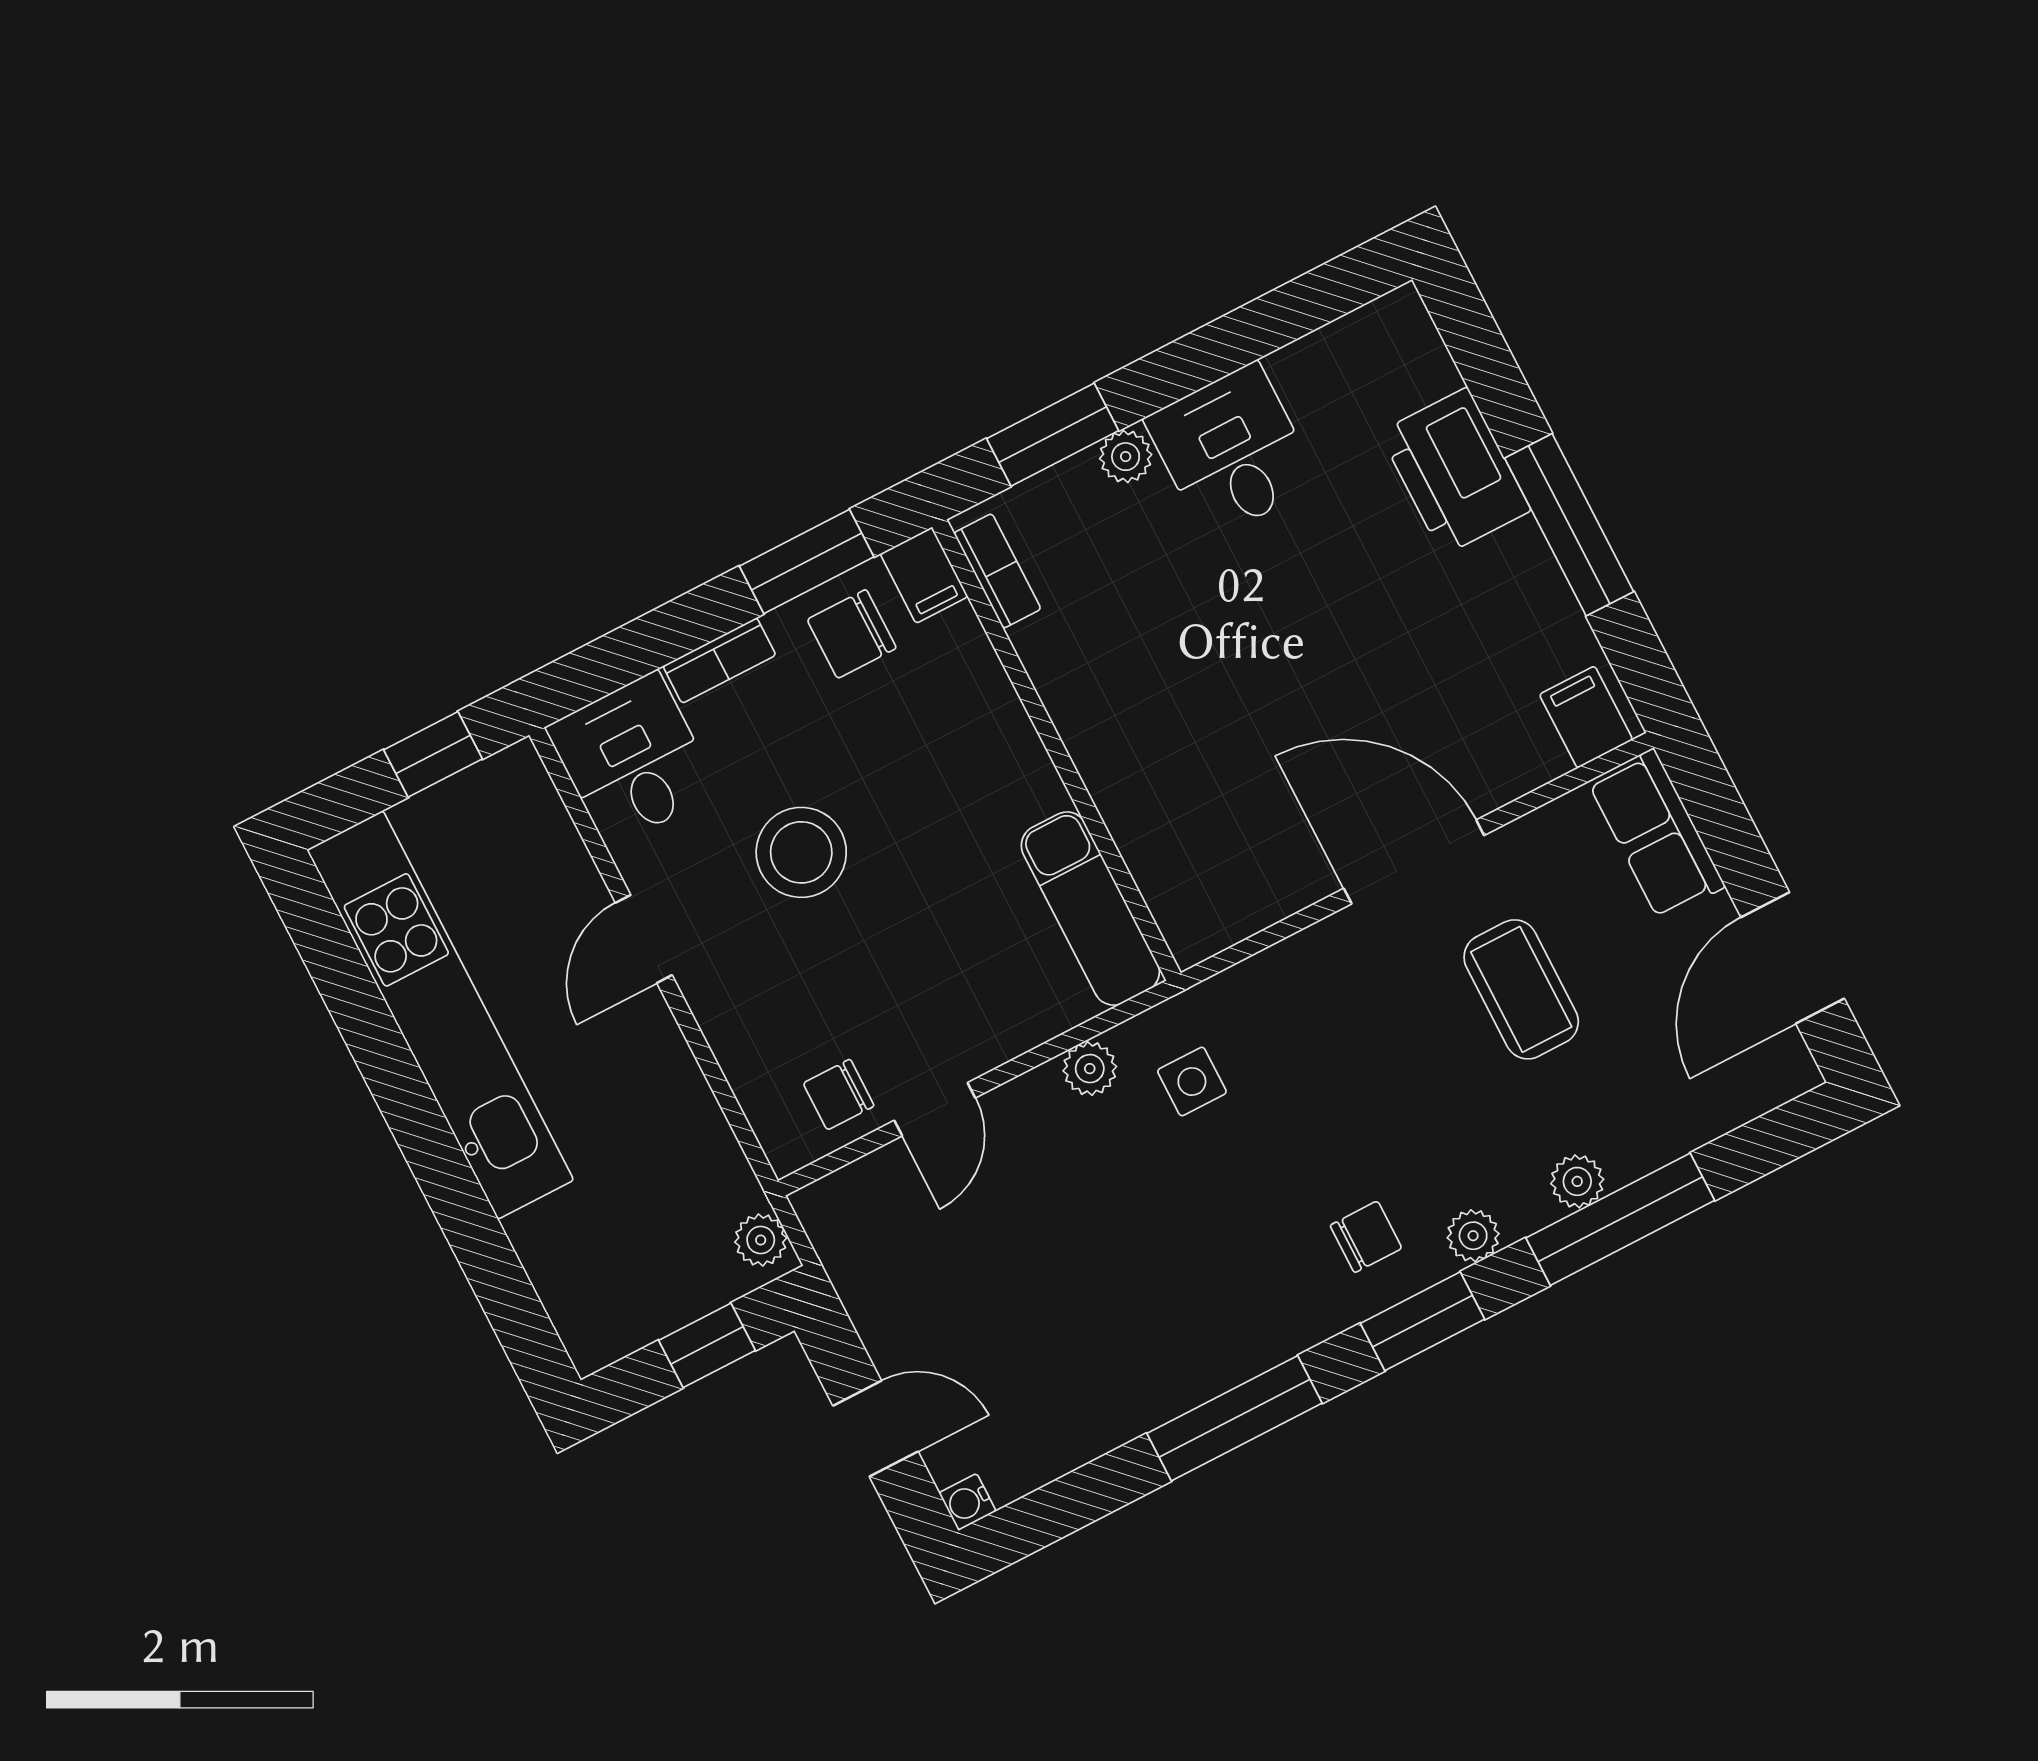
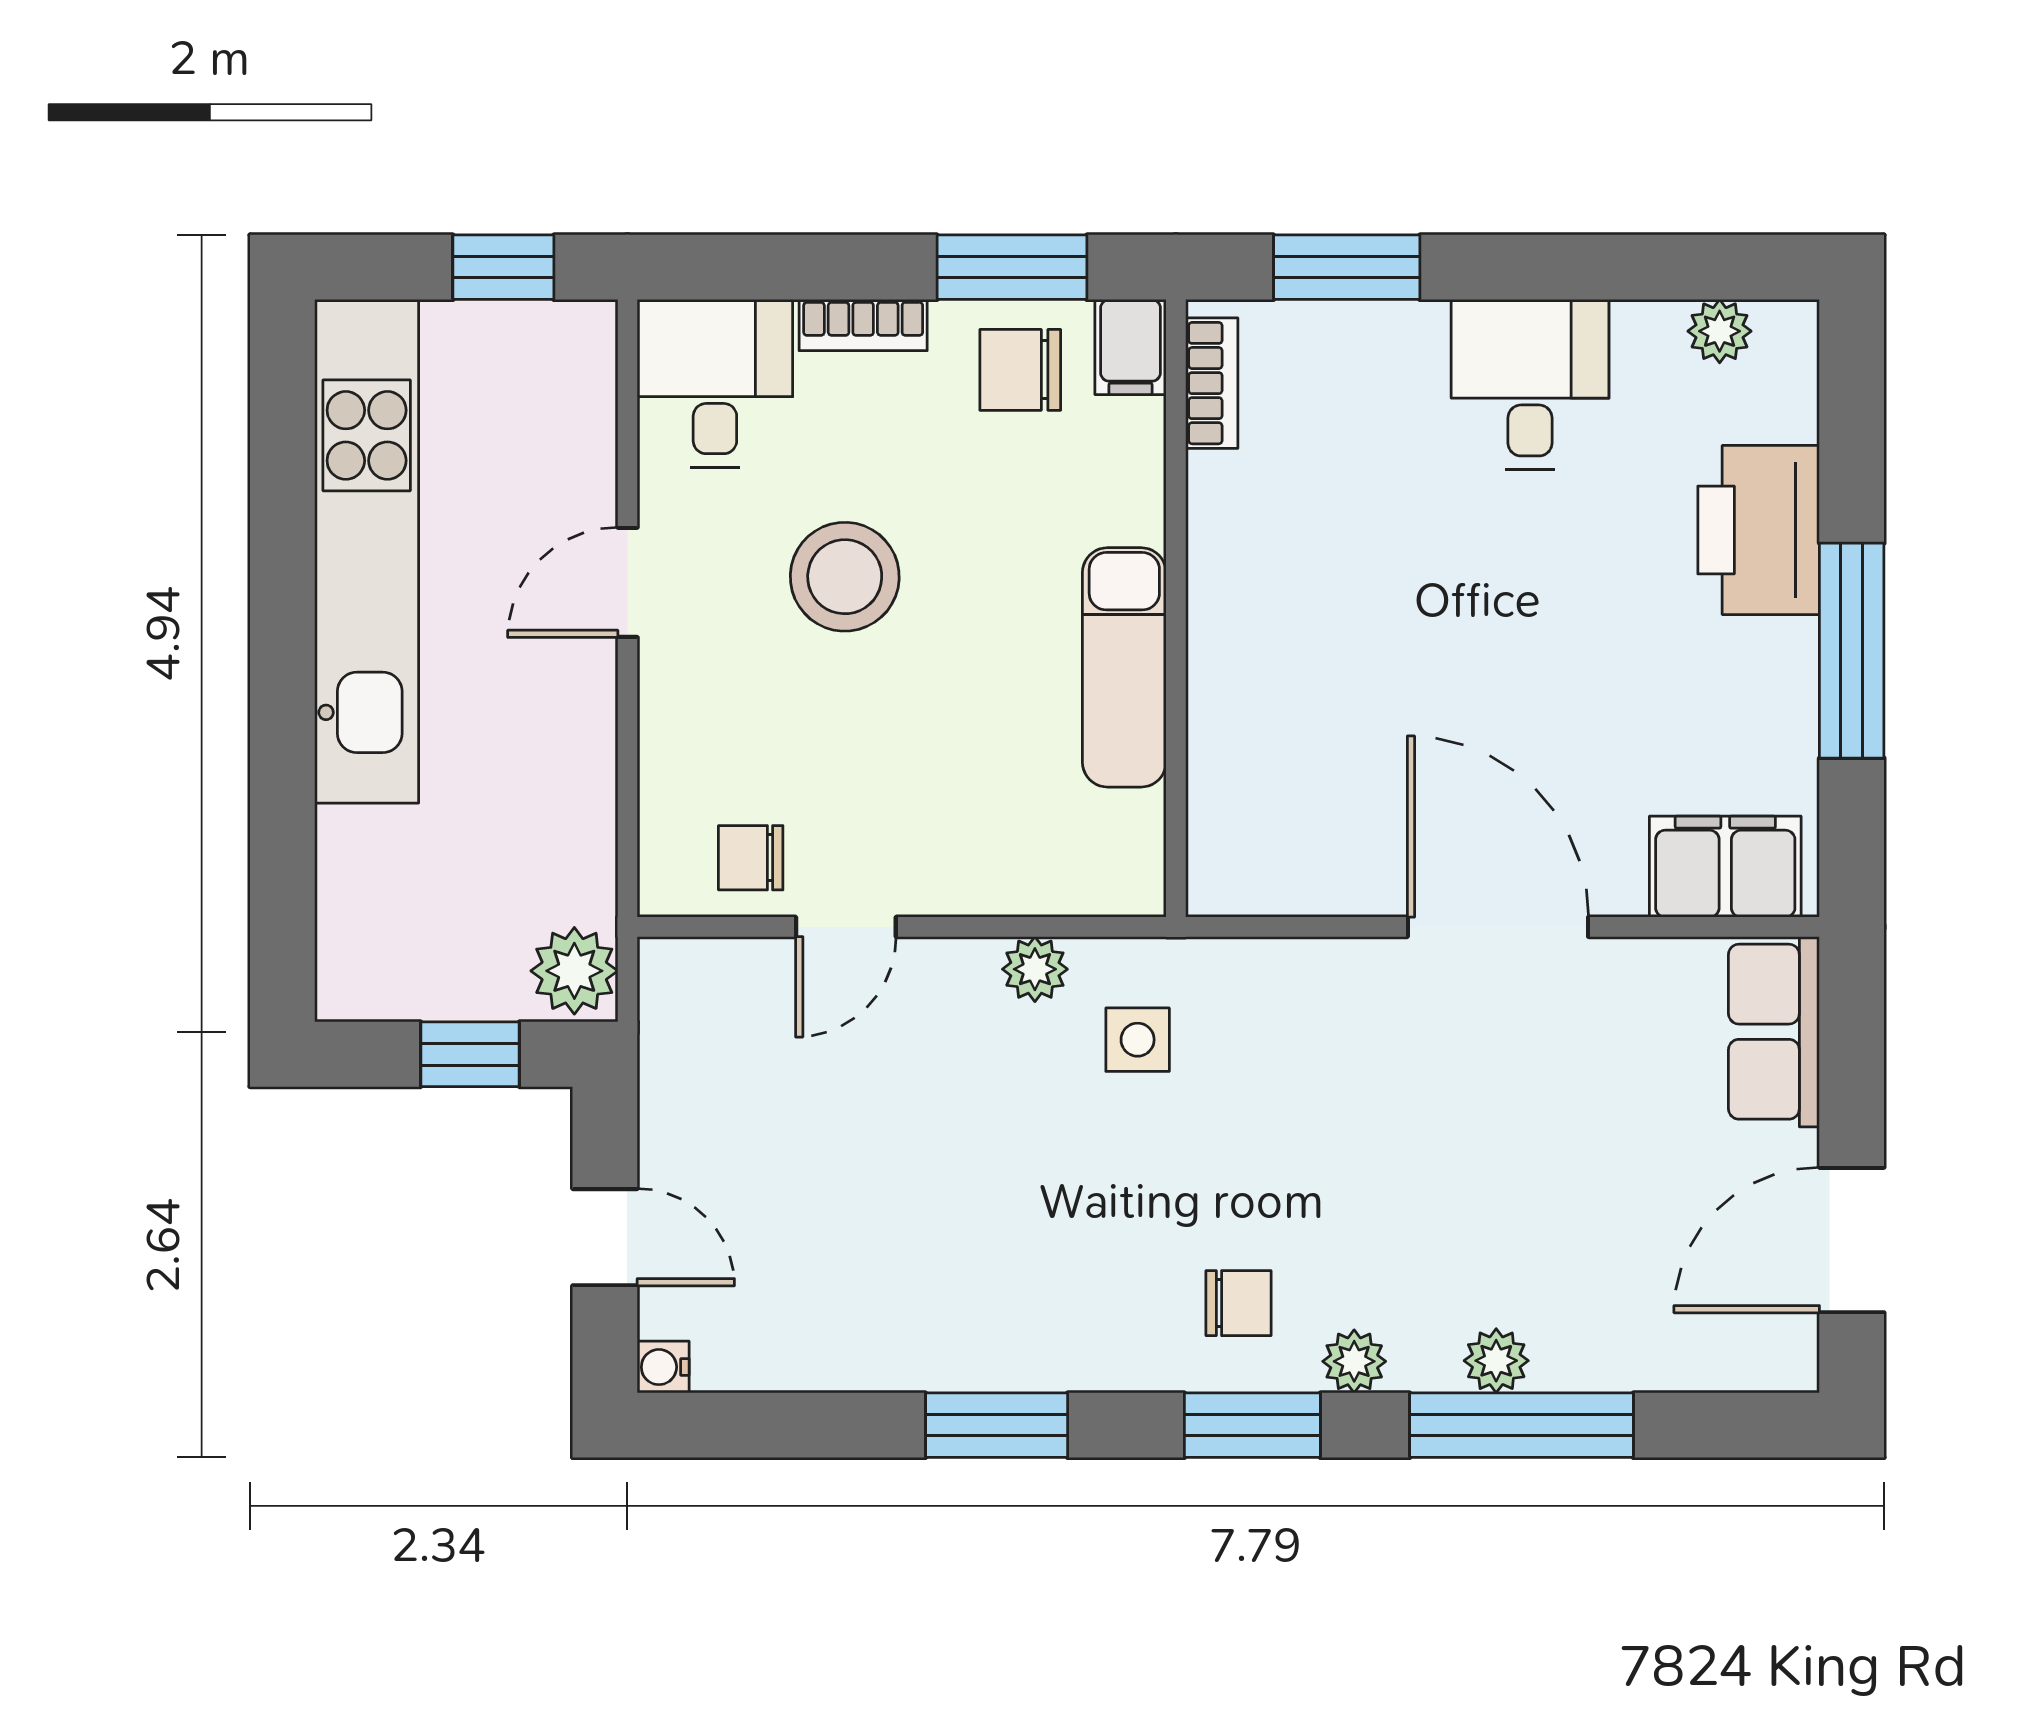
plant: (1126, 457) -> (1720, 331), moved
filing cabinet: (1586, 717) -> (1725, 867), width x2.00
exam couch: (1090, 909) -> (1124, 667), moved
coffee table: (1521, 989) -> (1542, 1123), removed
plant: (761, 1240) -> (574, 971), width x1.38, depth x1.38
window: (1235, 1418) -> (997, 1425), width x0.69

